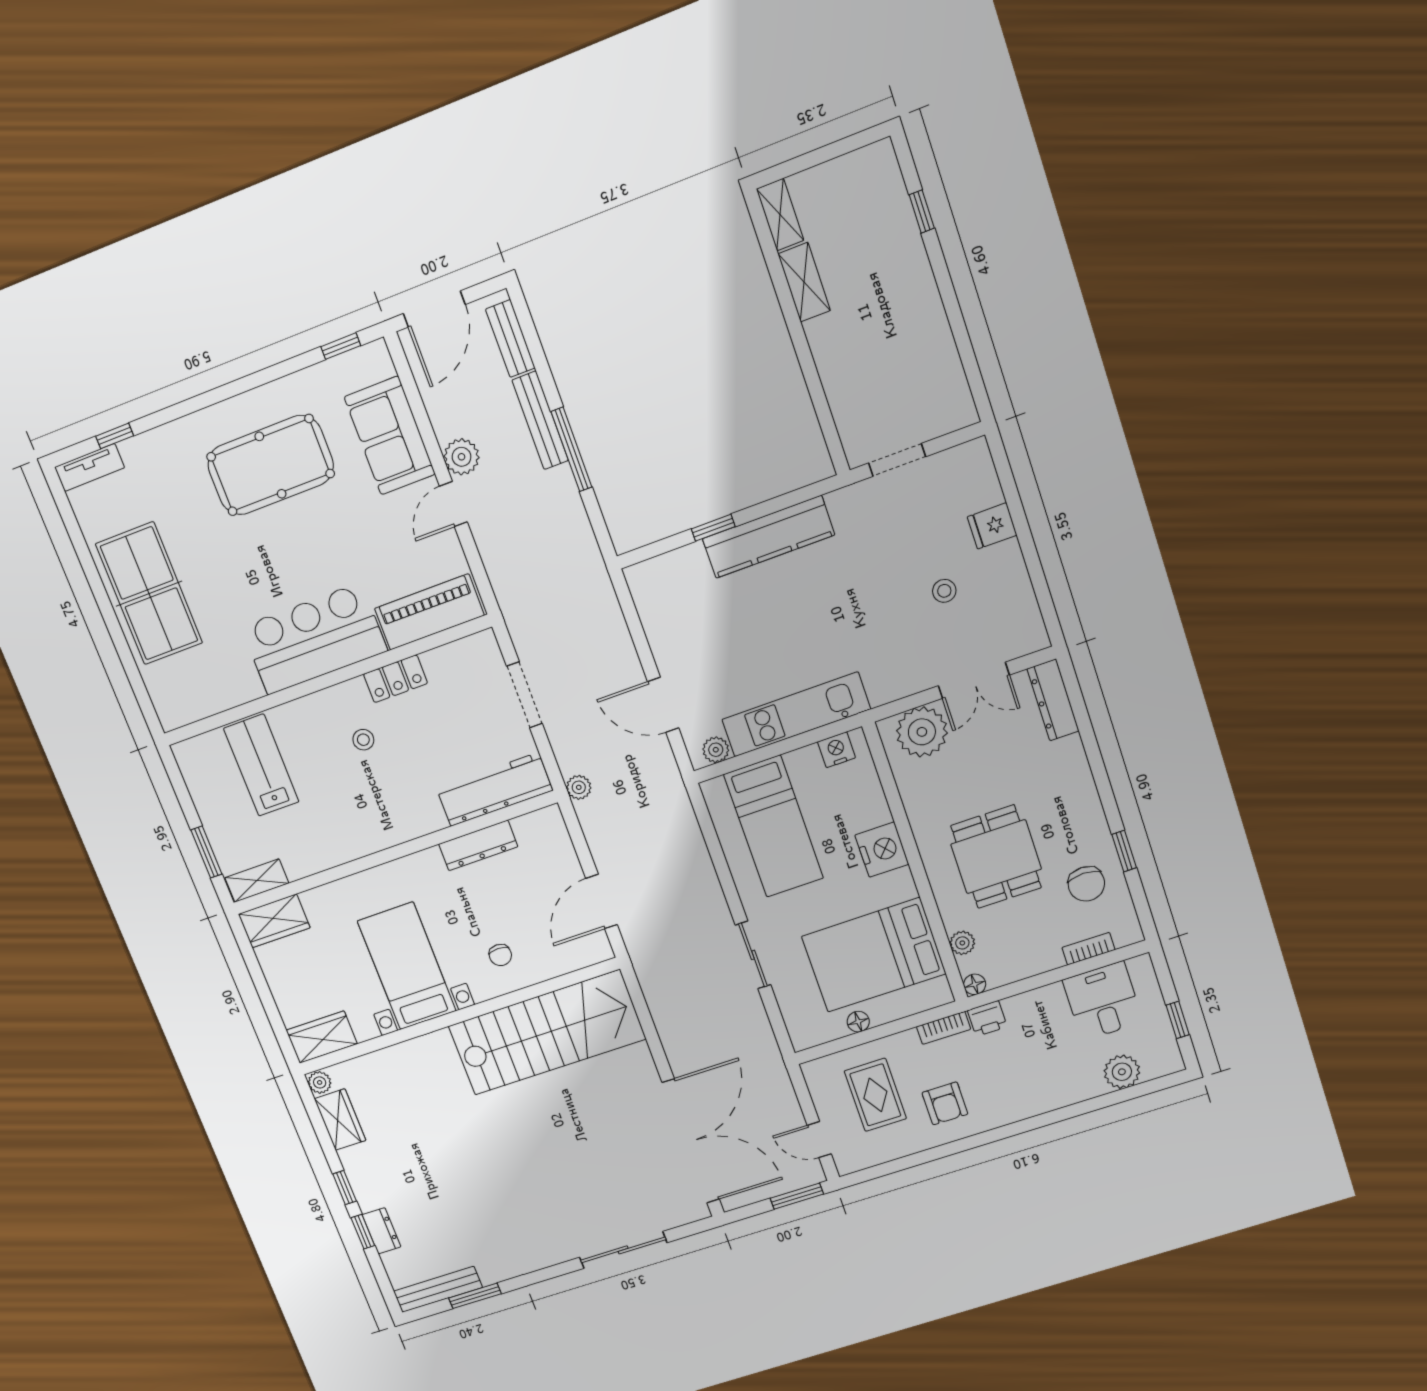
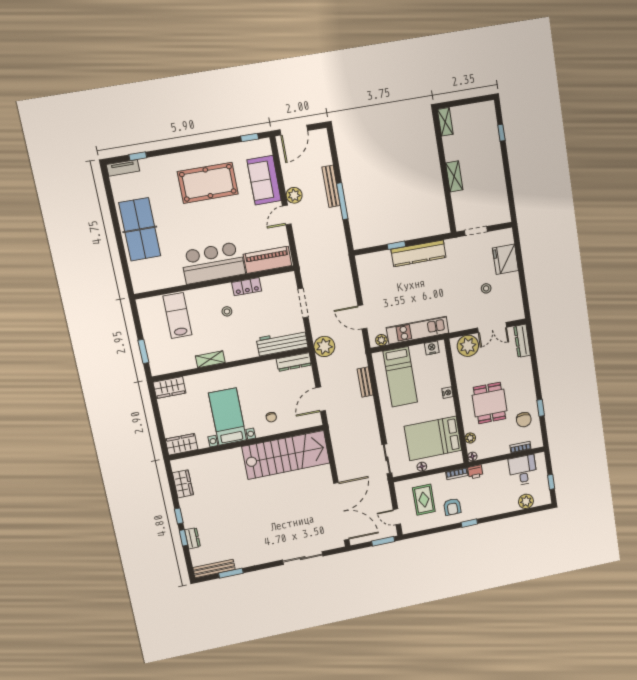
shelving: (804, 282) -> (454, 176), moved
bench: (510, 339) -> (365, 382), moved
fridge: (992, 526) -> (505, 259), width x1.88, depth x1.34
plant: (579, 787) -> (324, 346), width x1.87, depth x1.87
dresser: (478, 845) -> (294, 362), moved
nightstand: (882, 850) -> (447, 393), width x0.53, depth x0.56
shelving: (257, 881) -> (210, 359), moved
sliding door: (753, 955) -> (387, 459), moved
plant: (320, 1082) -> (176, 465), removed
window: (992, 1136) -> (469, 523), added

